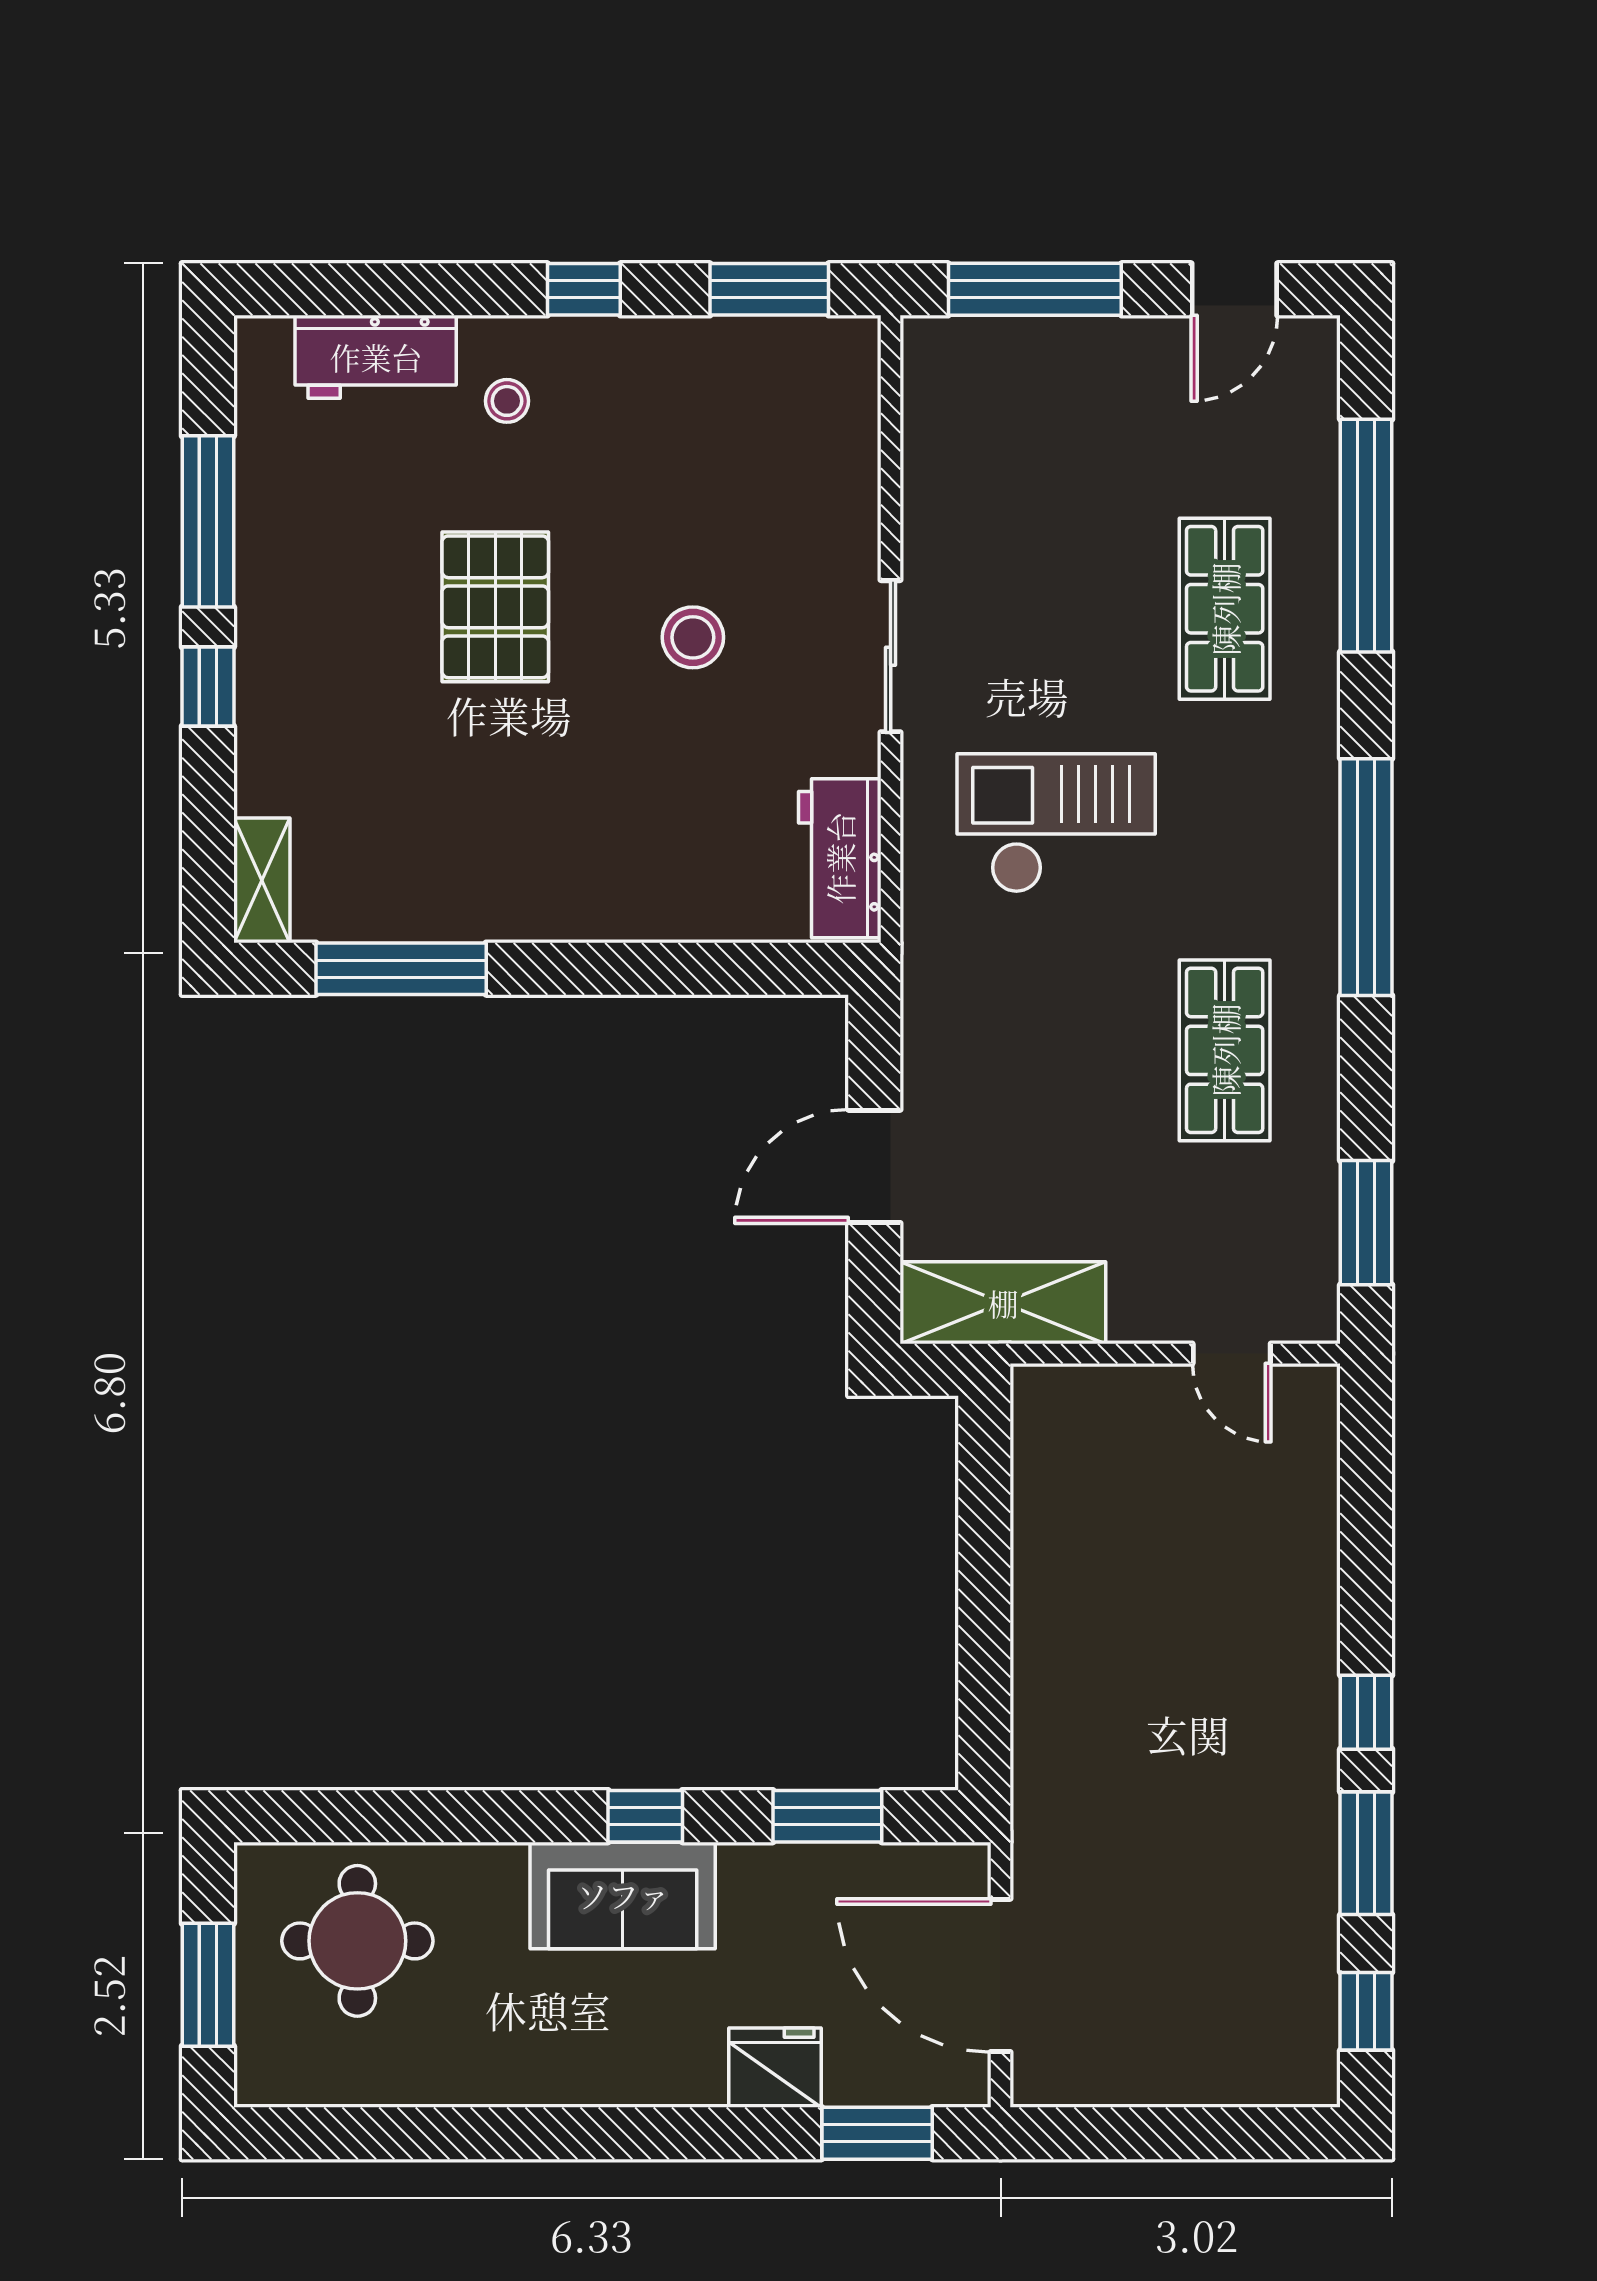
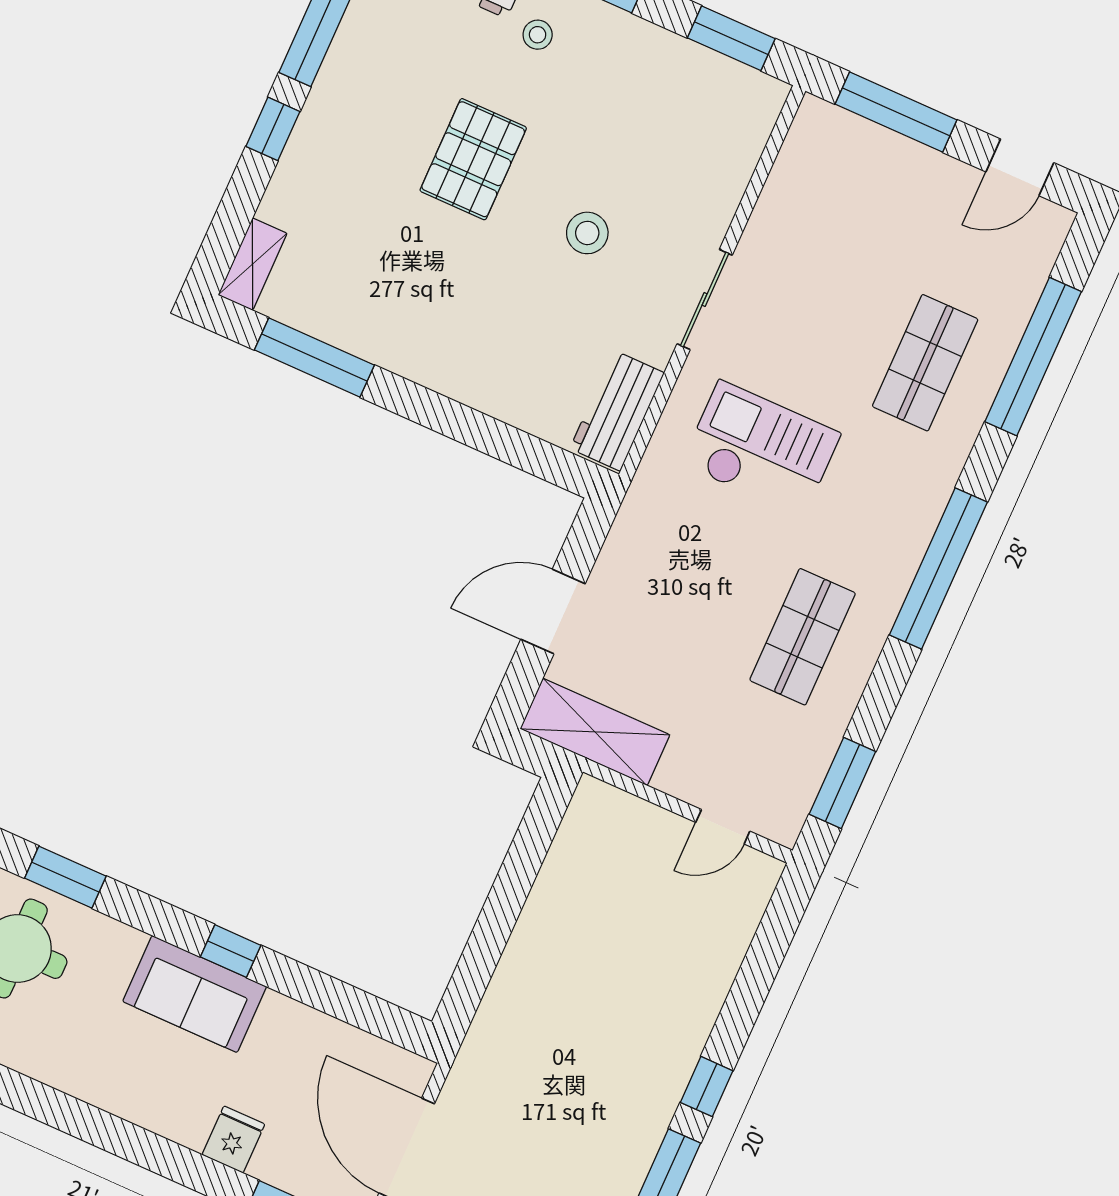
door: (1232, 1354) -> (723, 827), hinge flipped
window: (827, 1816) -> (65, 877), moved
fridge: (775, 2068) -> (233, 1139), width x0.72

